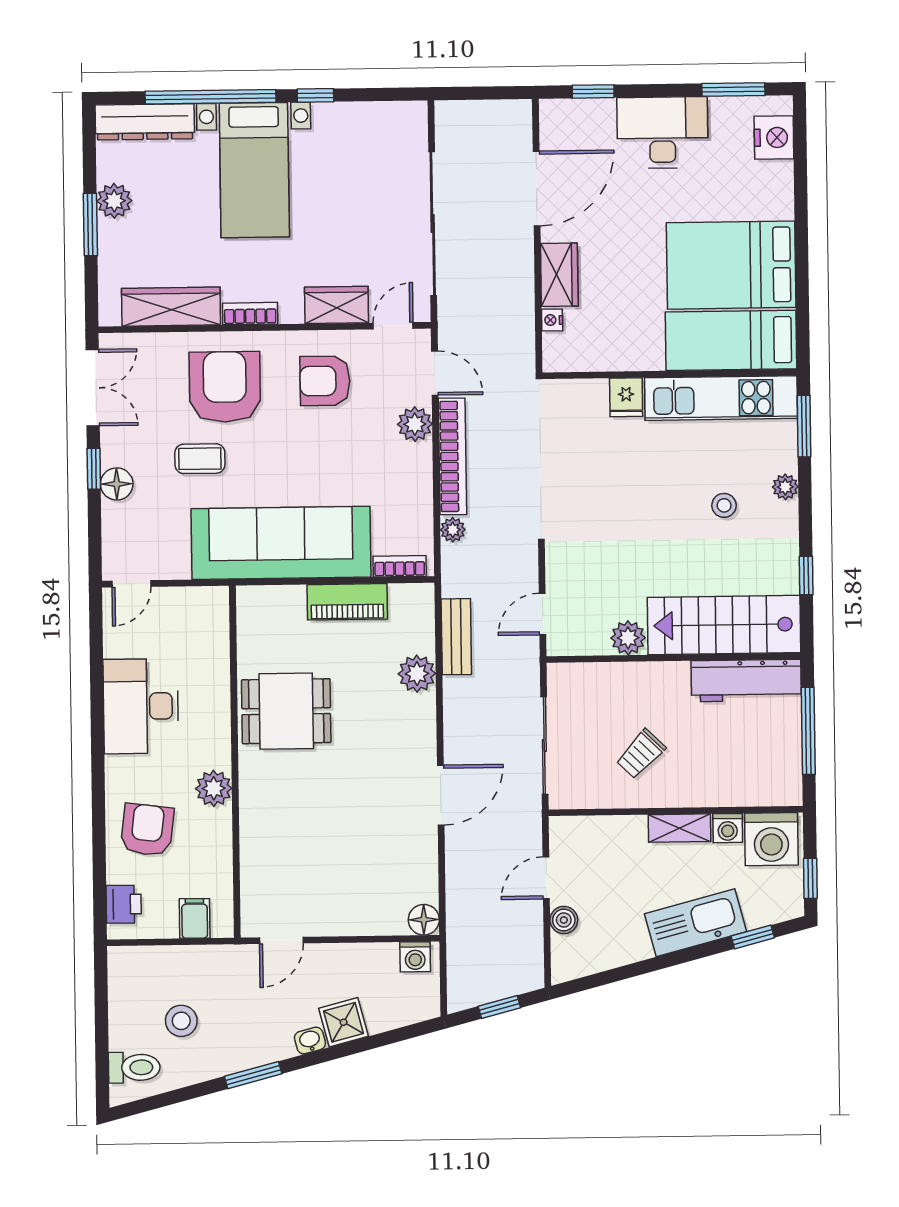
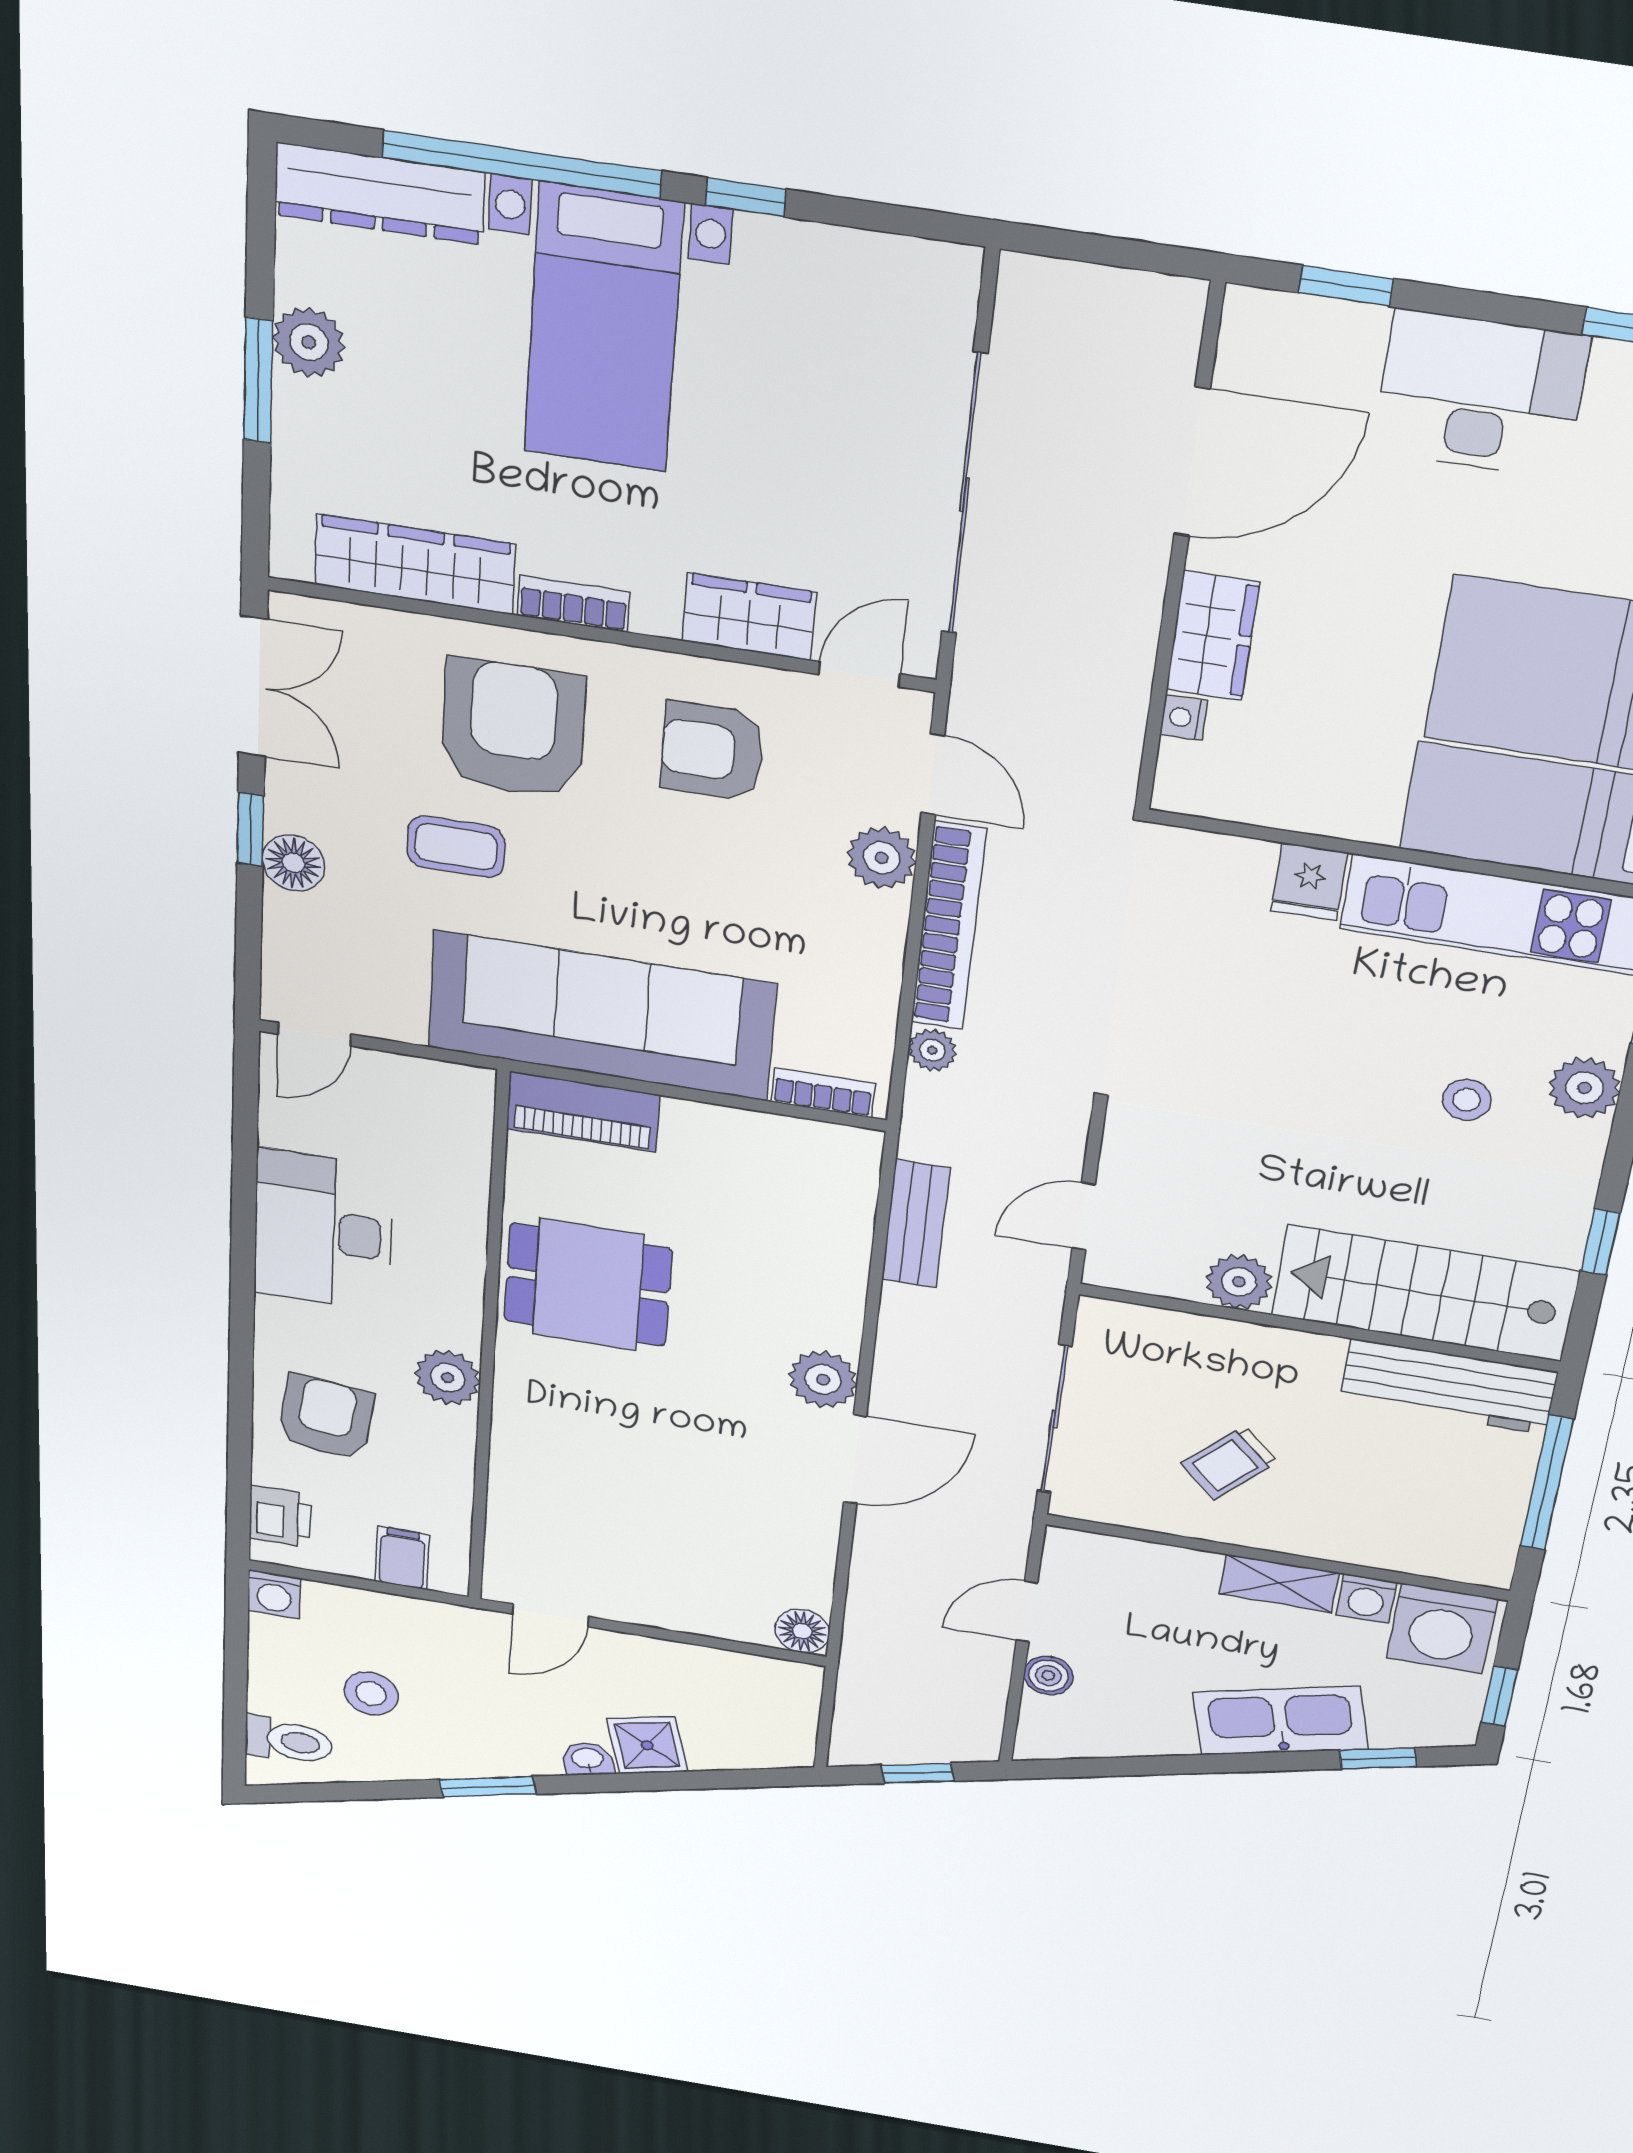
plant: (785, 487) -> (1585, 1088), width x1.38, depth x1.38
piano: (347, 602) -> (583, 1112), moved
plant: (417, 674) -> (823, 1380), moved
washing machine: (415, 957) -> (274, 1594), moved

